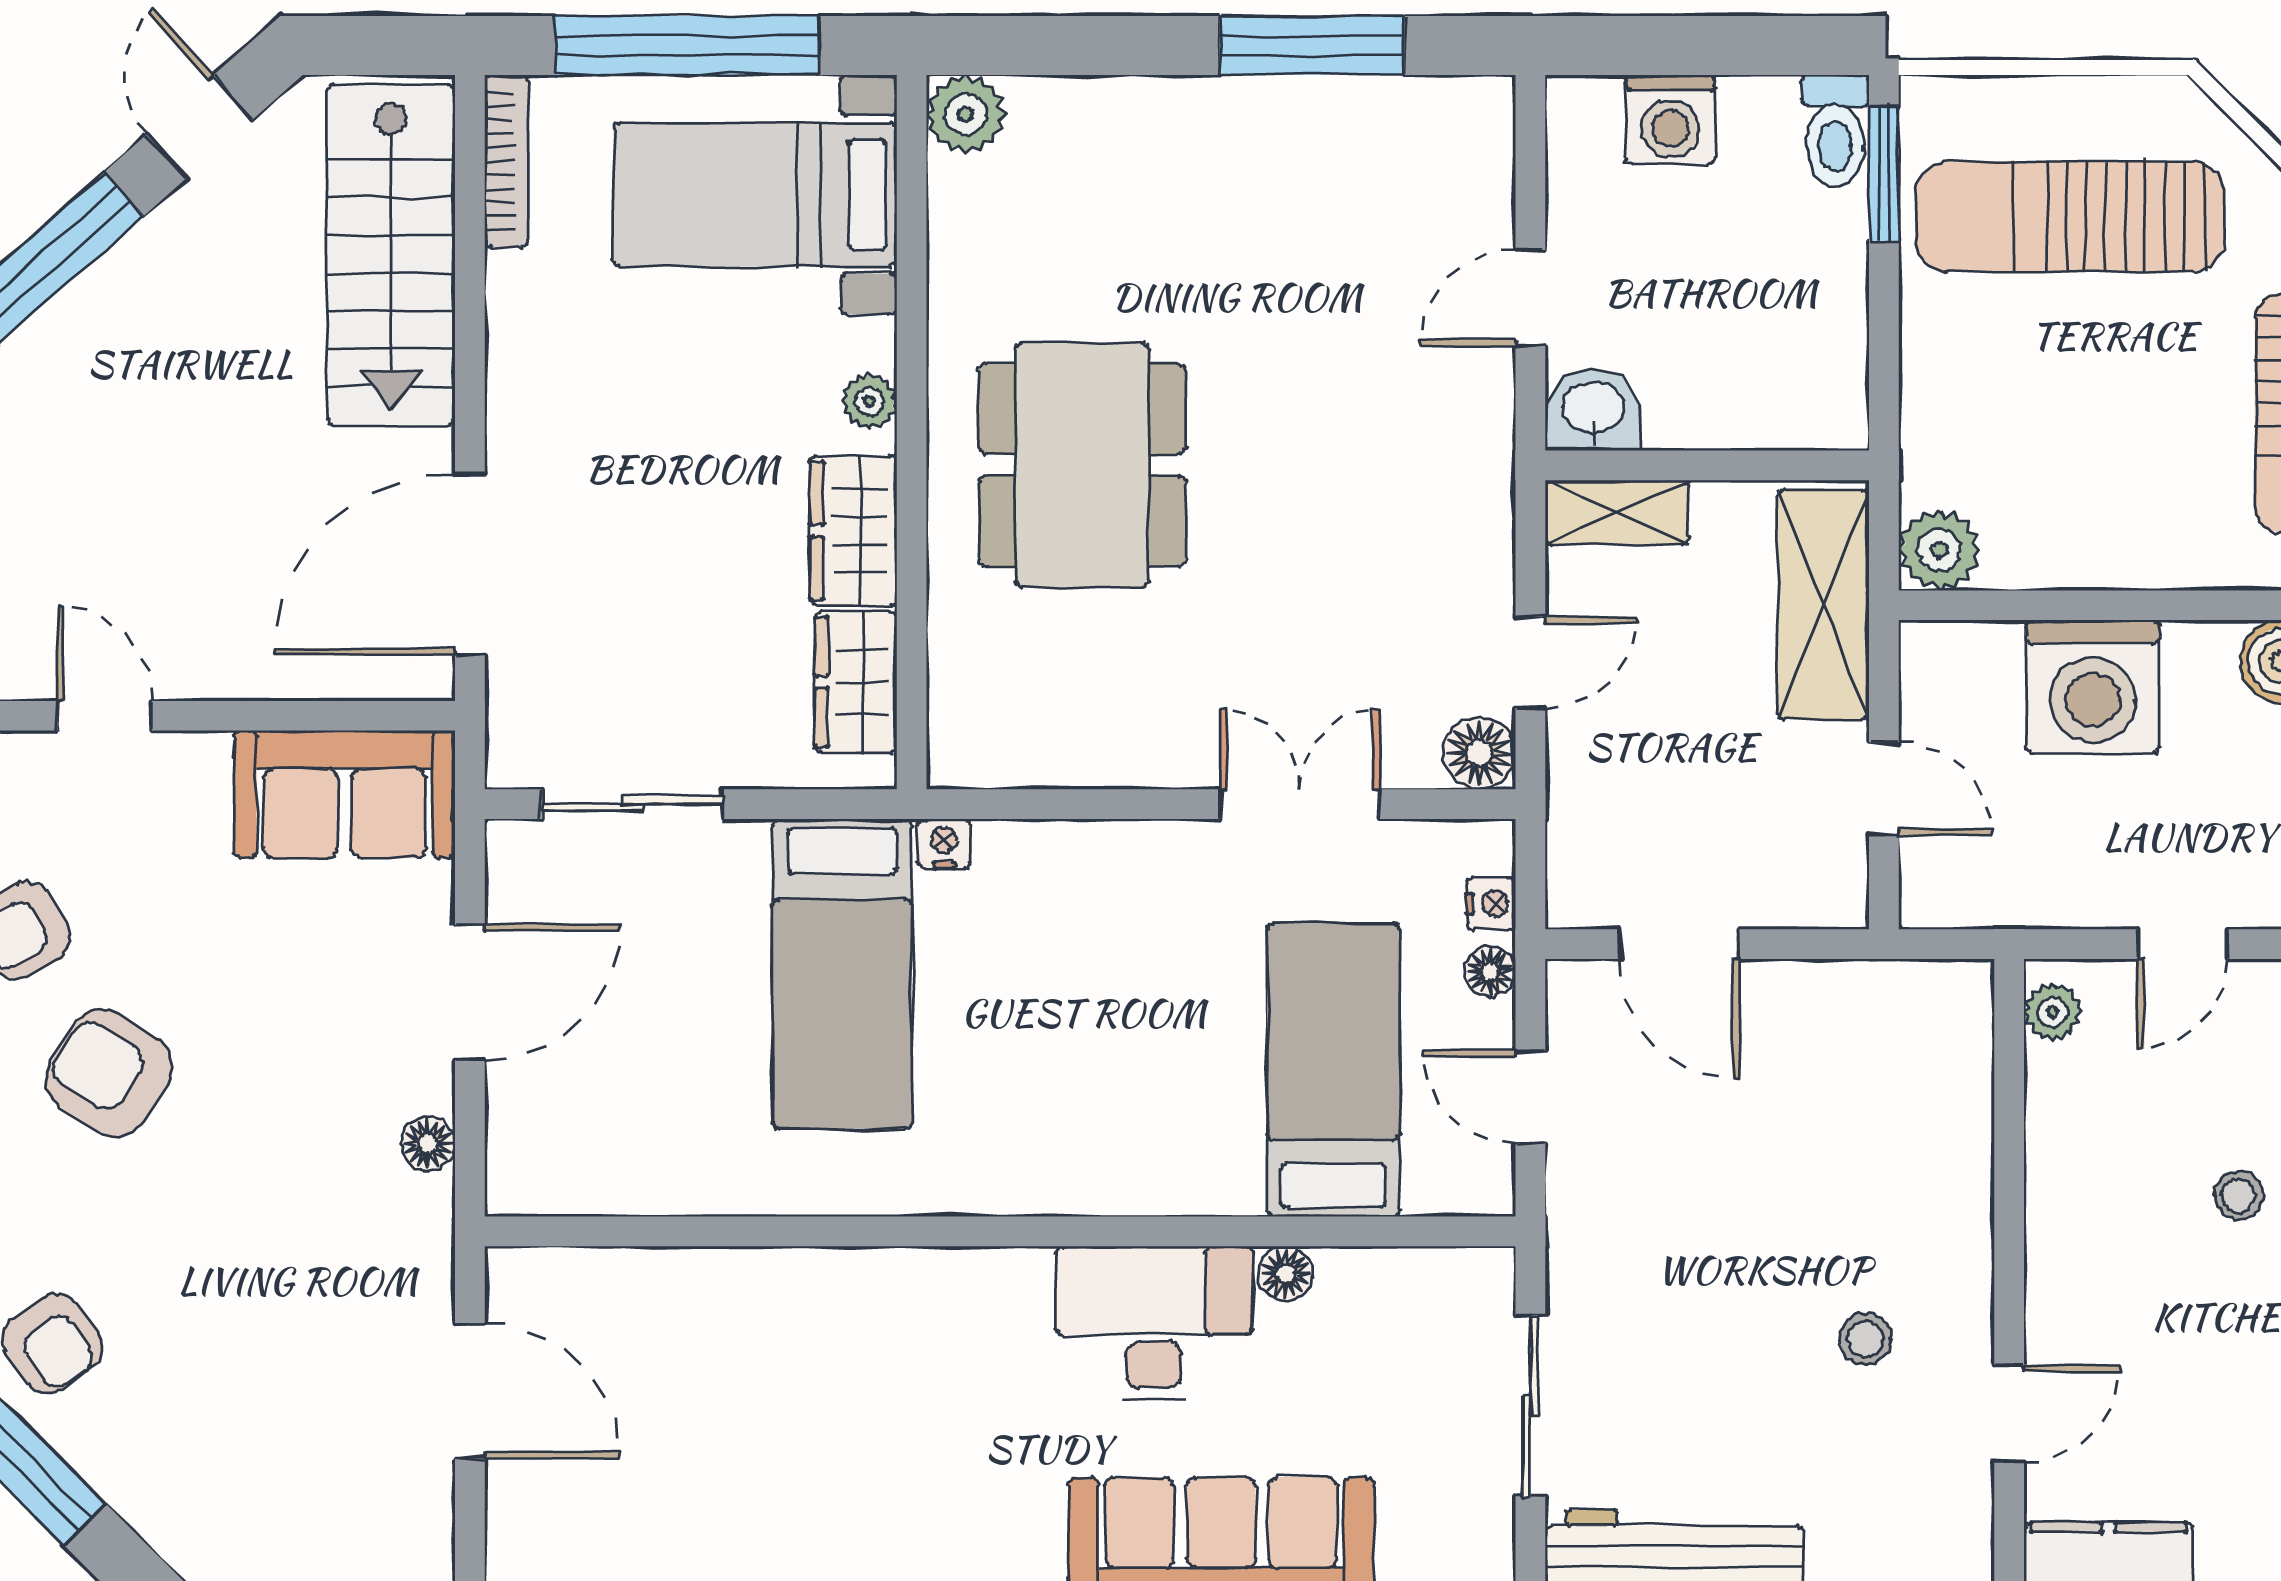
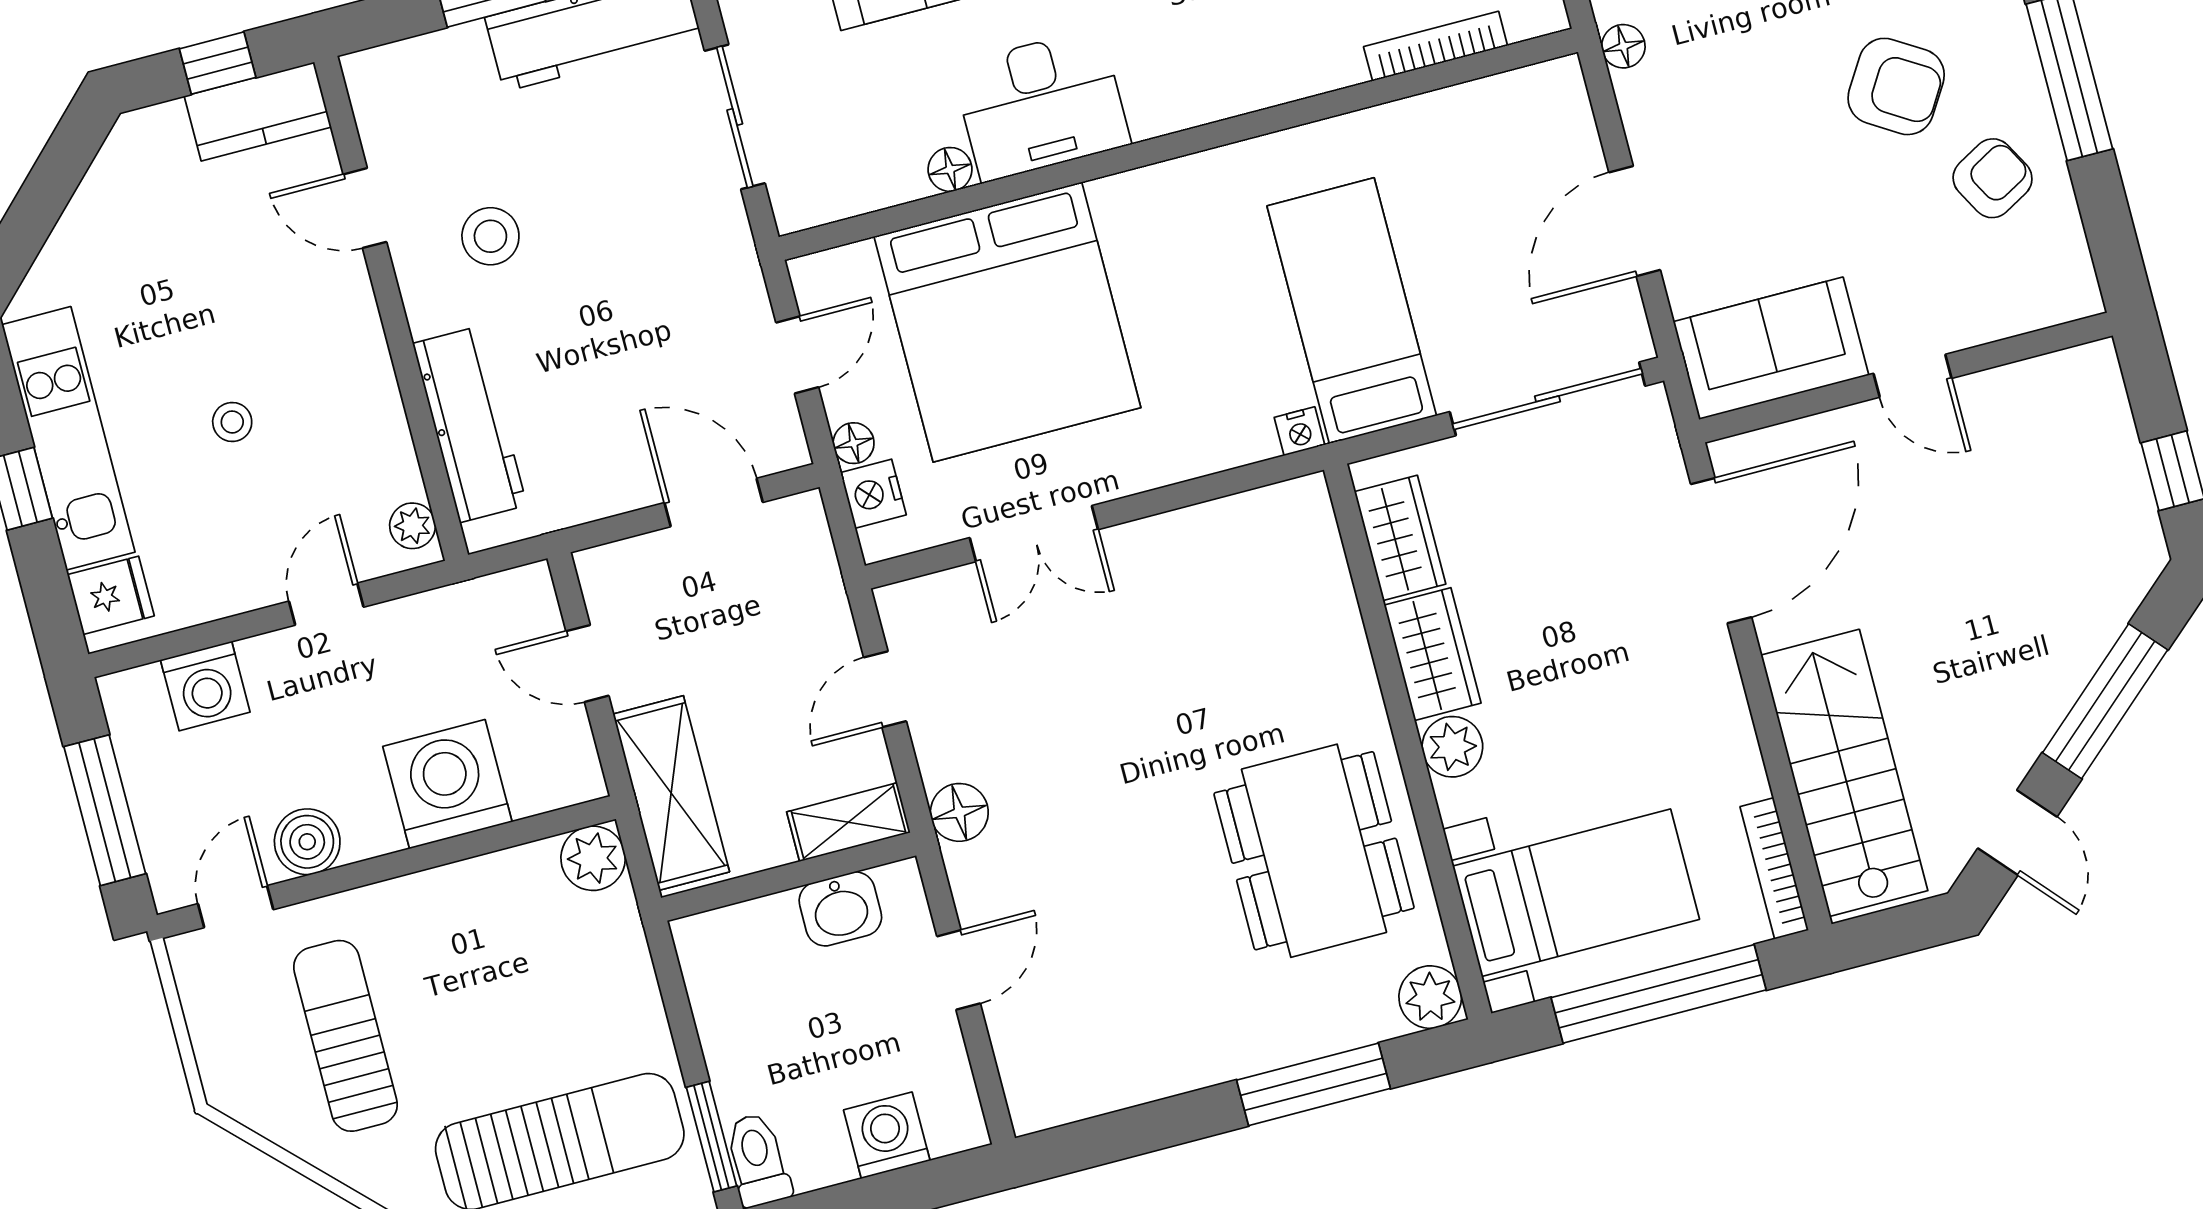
window: (1312, 45) -> (1314, 1084), moved
plant: (869, 401) -> (1452, 747), width x1.38, depth x1.38
washbasin: (1594, 410) -> (840, 909), moved
dining table: (1082, 465) -> (1314, 851), moved
door: (105, 716) -> (1912, 376), moved
floor lamp: (1479, 753) -> (959, 812), moved
sliding door: (633, 804) -> (1547, 399), width x1.37
nightstand: (1491, 904) -> (873, 494), width x1.39, depth x1.35
bed: (1333, 1070) -> (1007, 322), width x2.04
door: (1530, 1097) -> (797, 355), hinge flipped
workbench: (1951, 1117) -> (470, 424), added
floor lamp: (428, 1144) -> (1623, 46), moved
bookcase: (656, 1268) -> (1436, 46), added
stool: (1865, 1339) -> (490, 236), width x1.37, depth x1.37
door: (2009, 1413) -> (365, 208), hinge flipped

